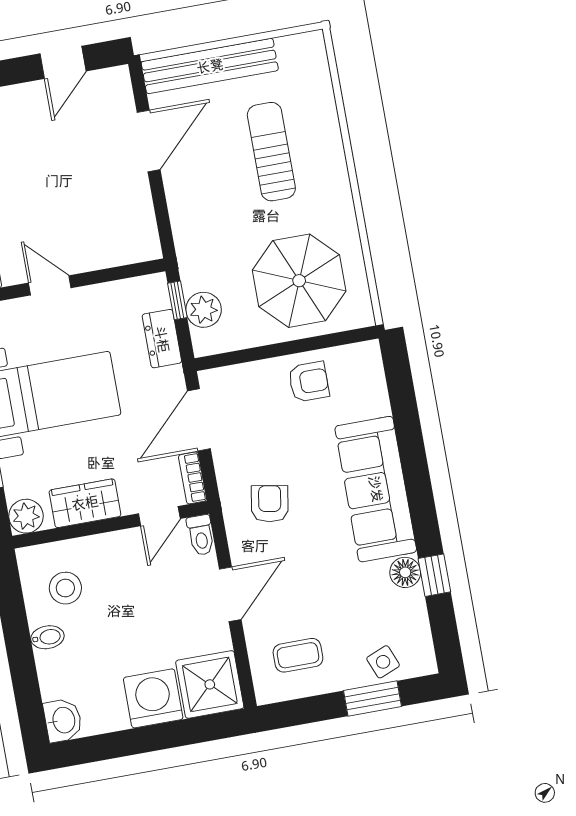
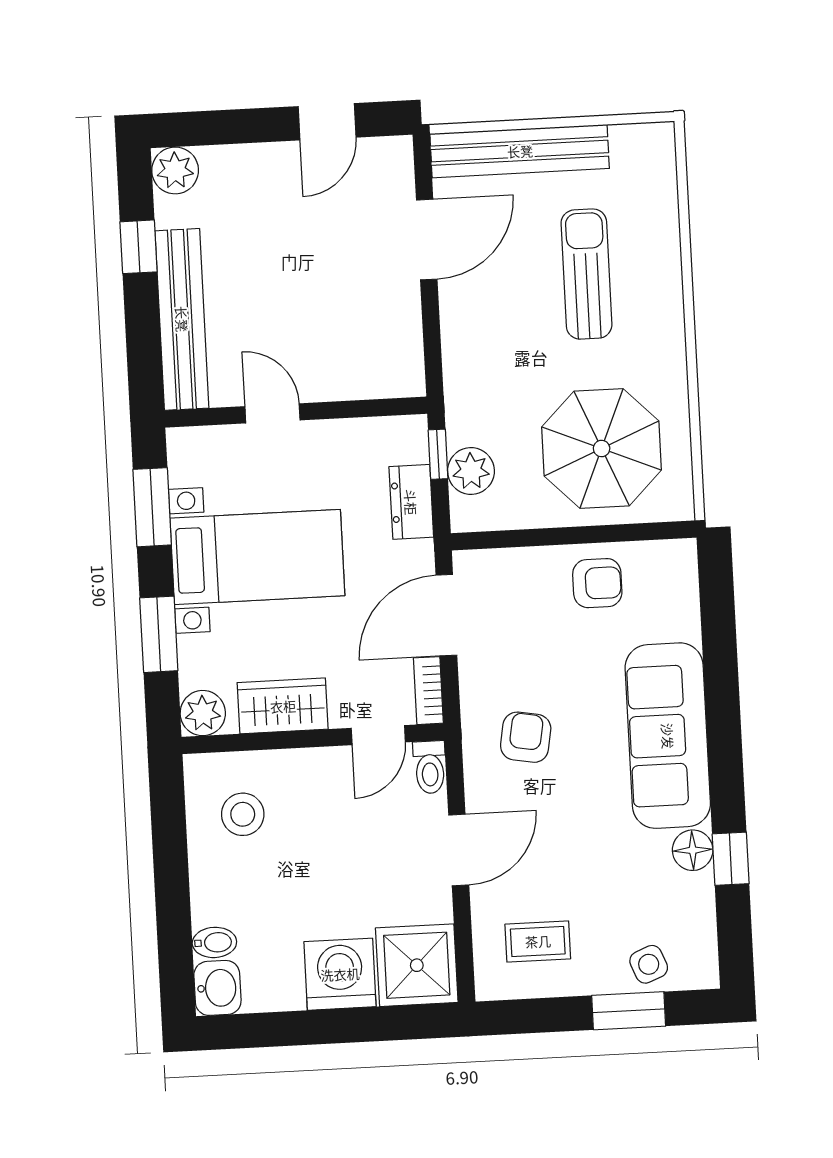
bidet: (47, 637) -> (214, 942), moved

